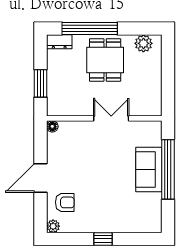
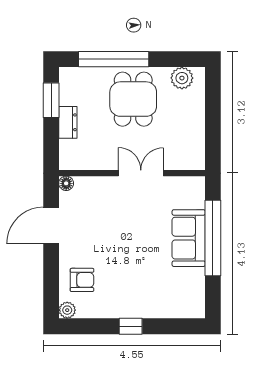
dresser: (59, 42) -> (68, 122), moved, turned -90
window: (40, 83) -> (51, 100), moved
door: (40, 178) -> (51, 225), moved

